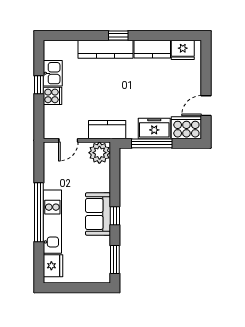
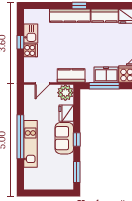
fridge: (53, 266) -> (66, 113), moved, turned 180

